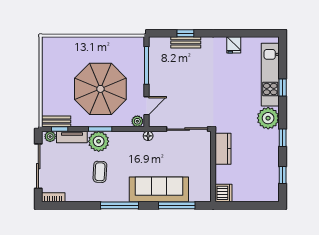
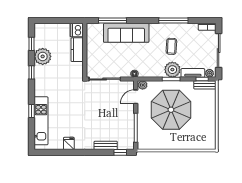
window: (185, 33) -> (120, 152), moved
plant: (268, 118) -> (43, 56), moved
kitchen counter: (223, 149) -> (77, 50), moved
window: (120, 205) -> (173, 21), moved

